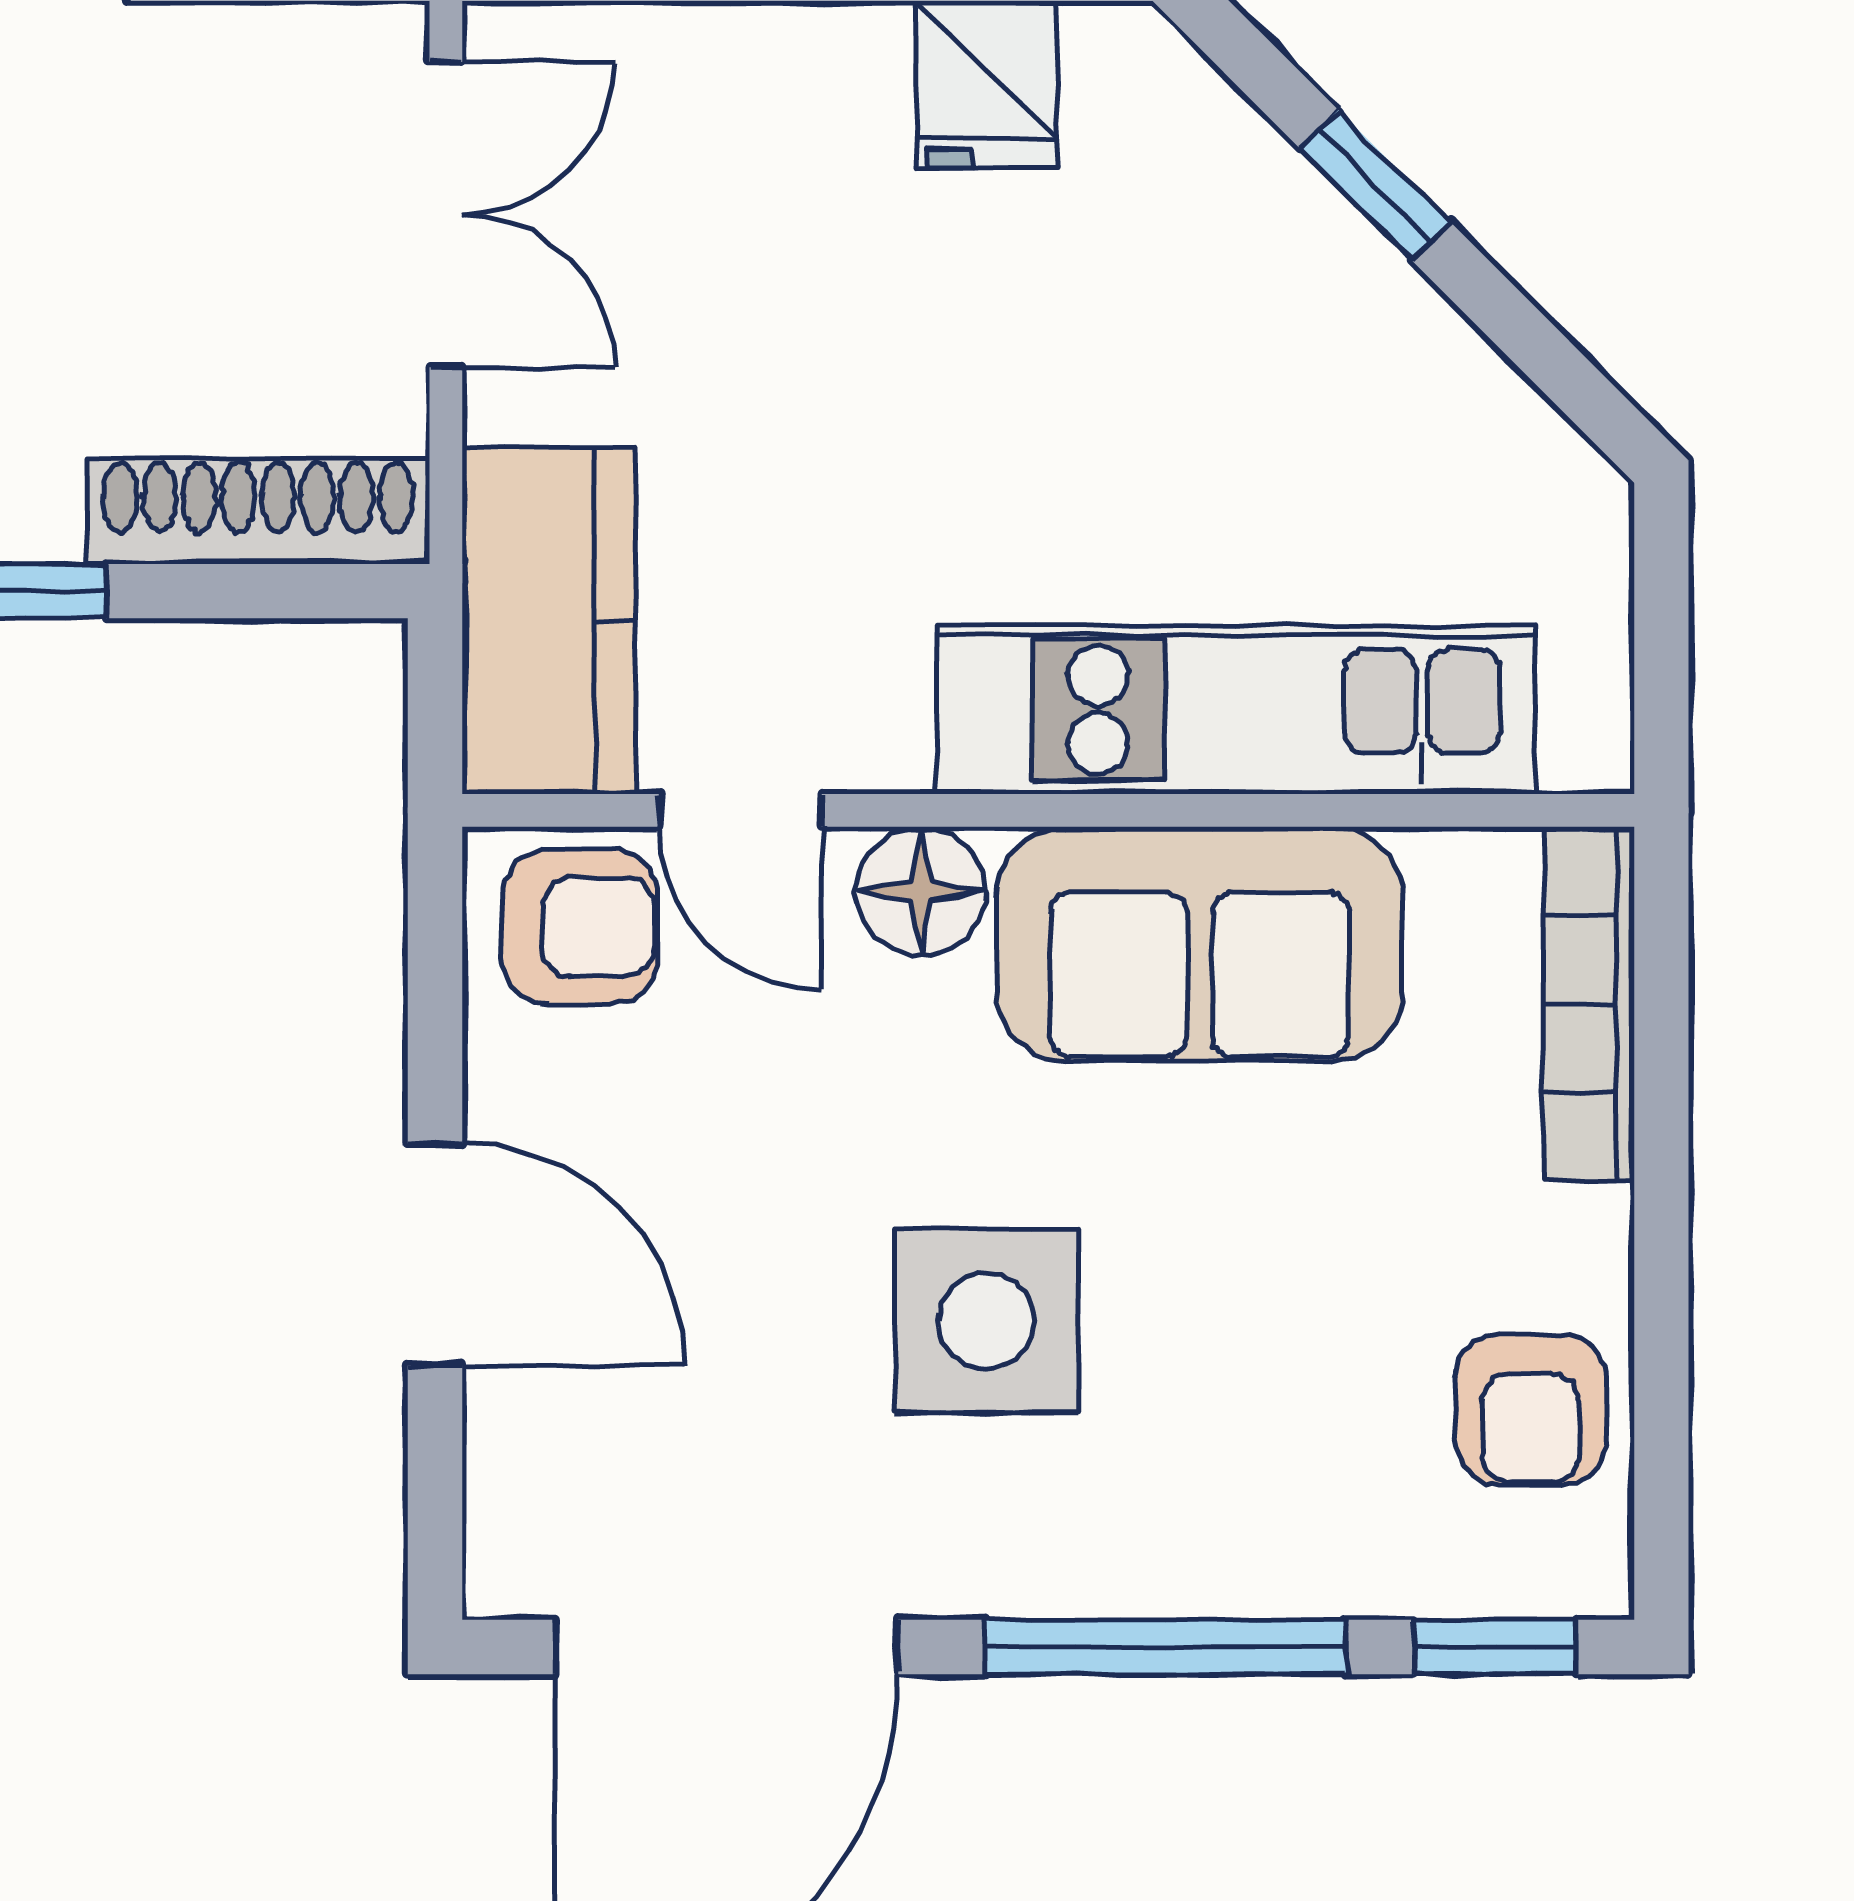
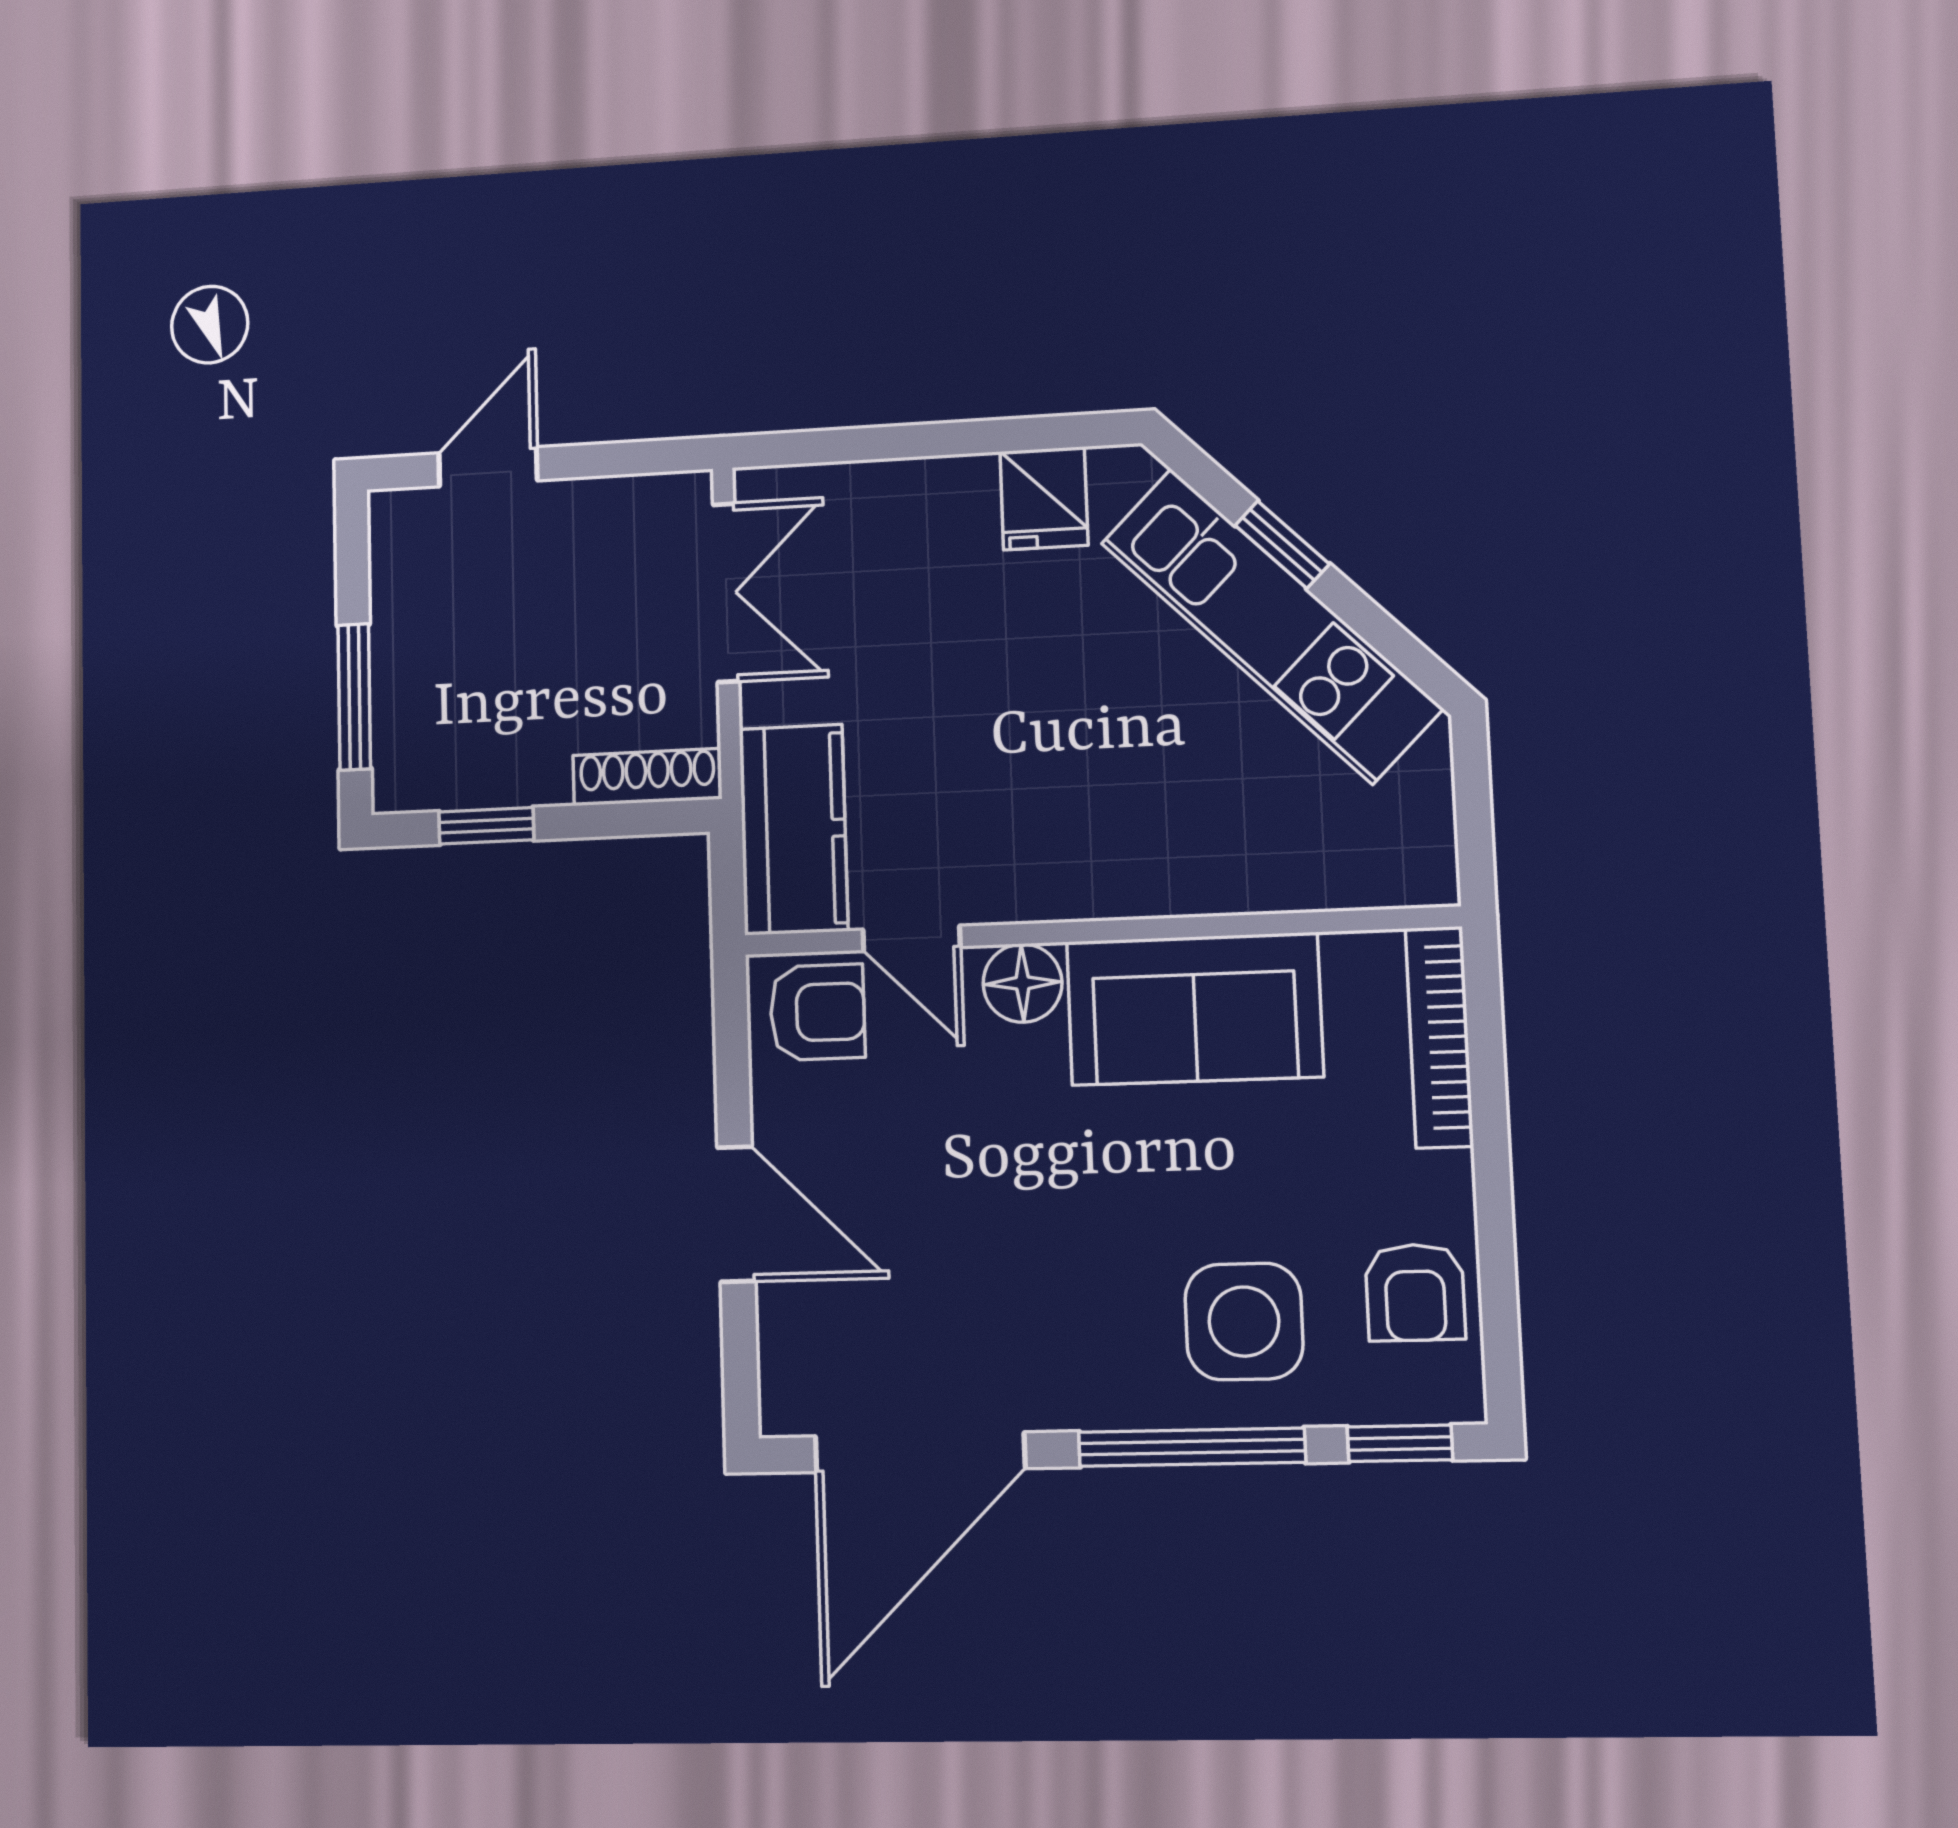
shoe rack: (258, 511) -> (647, 777), width x0.74, depth x0.81
kitchen unit: (1236, 710) -> (1271, 625), moved, turned -135
side table: (986, 1321) -> (1244, 1322), moved

